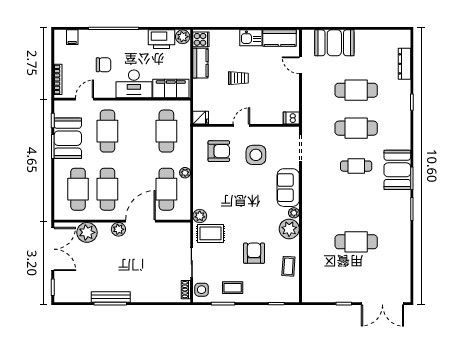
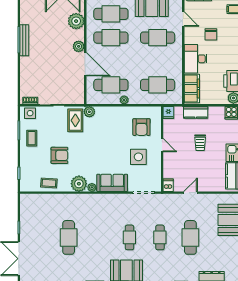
kitchen counter: (200, 63) -> (196, 112), moved
door: (300, 65) -> (190, 193), moved
cafe table: (356, 128) -> (160, 237), width x0.73, depth x0.74

